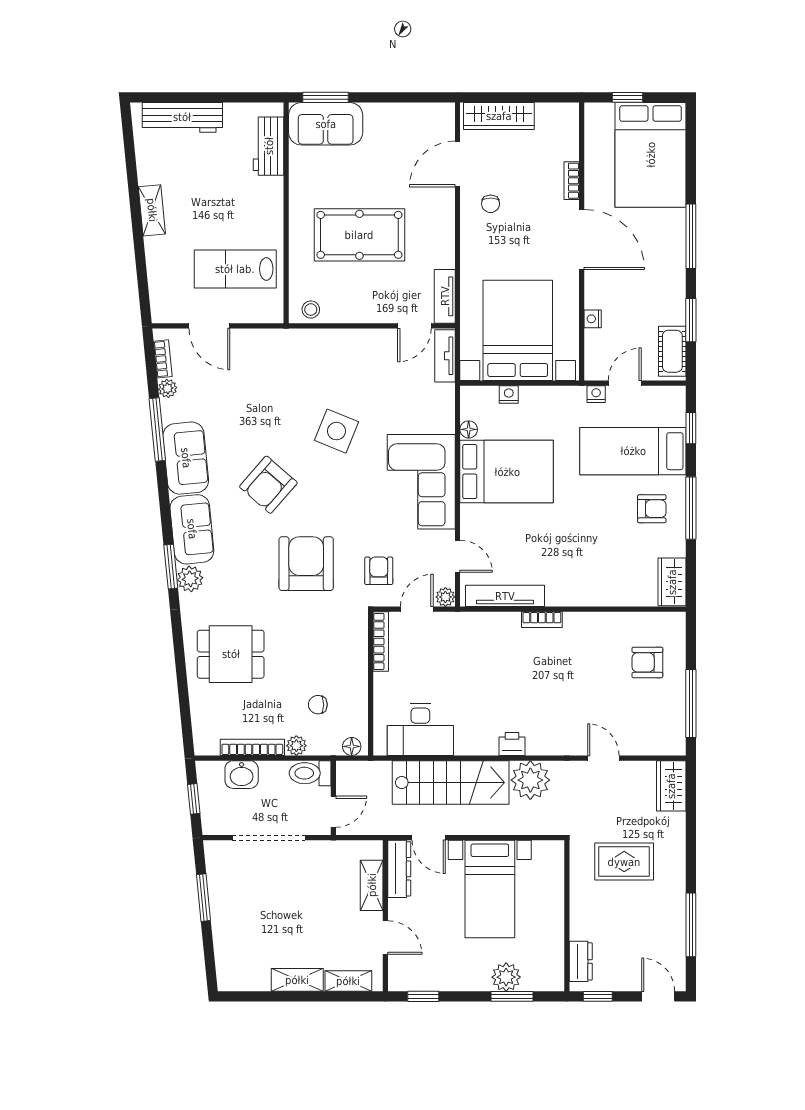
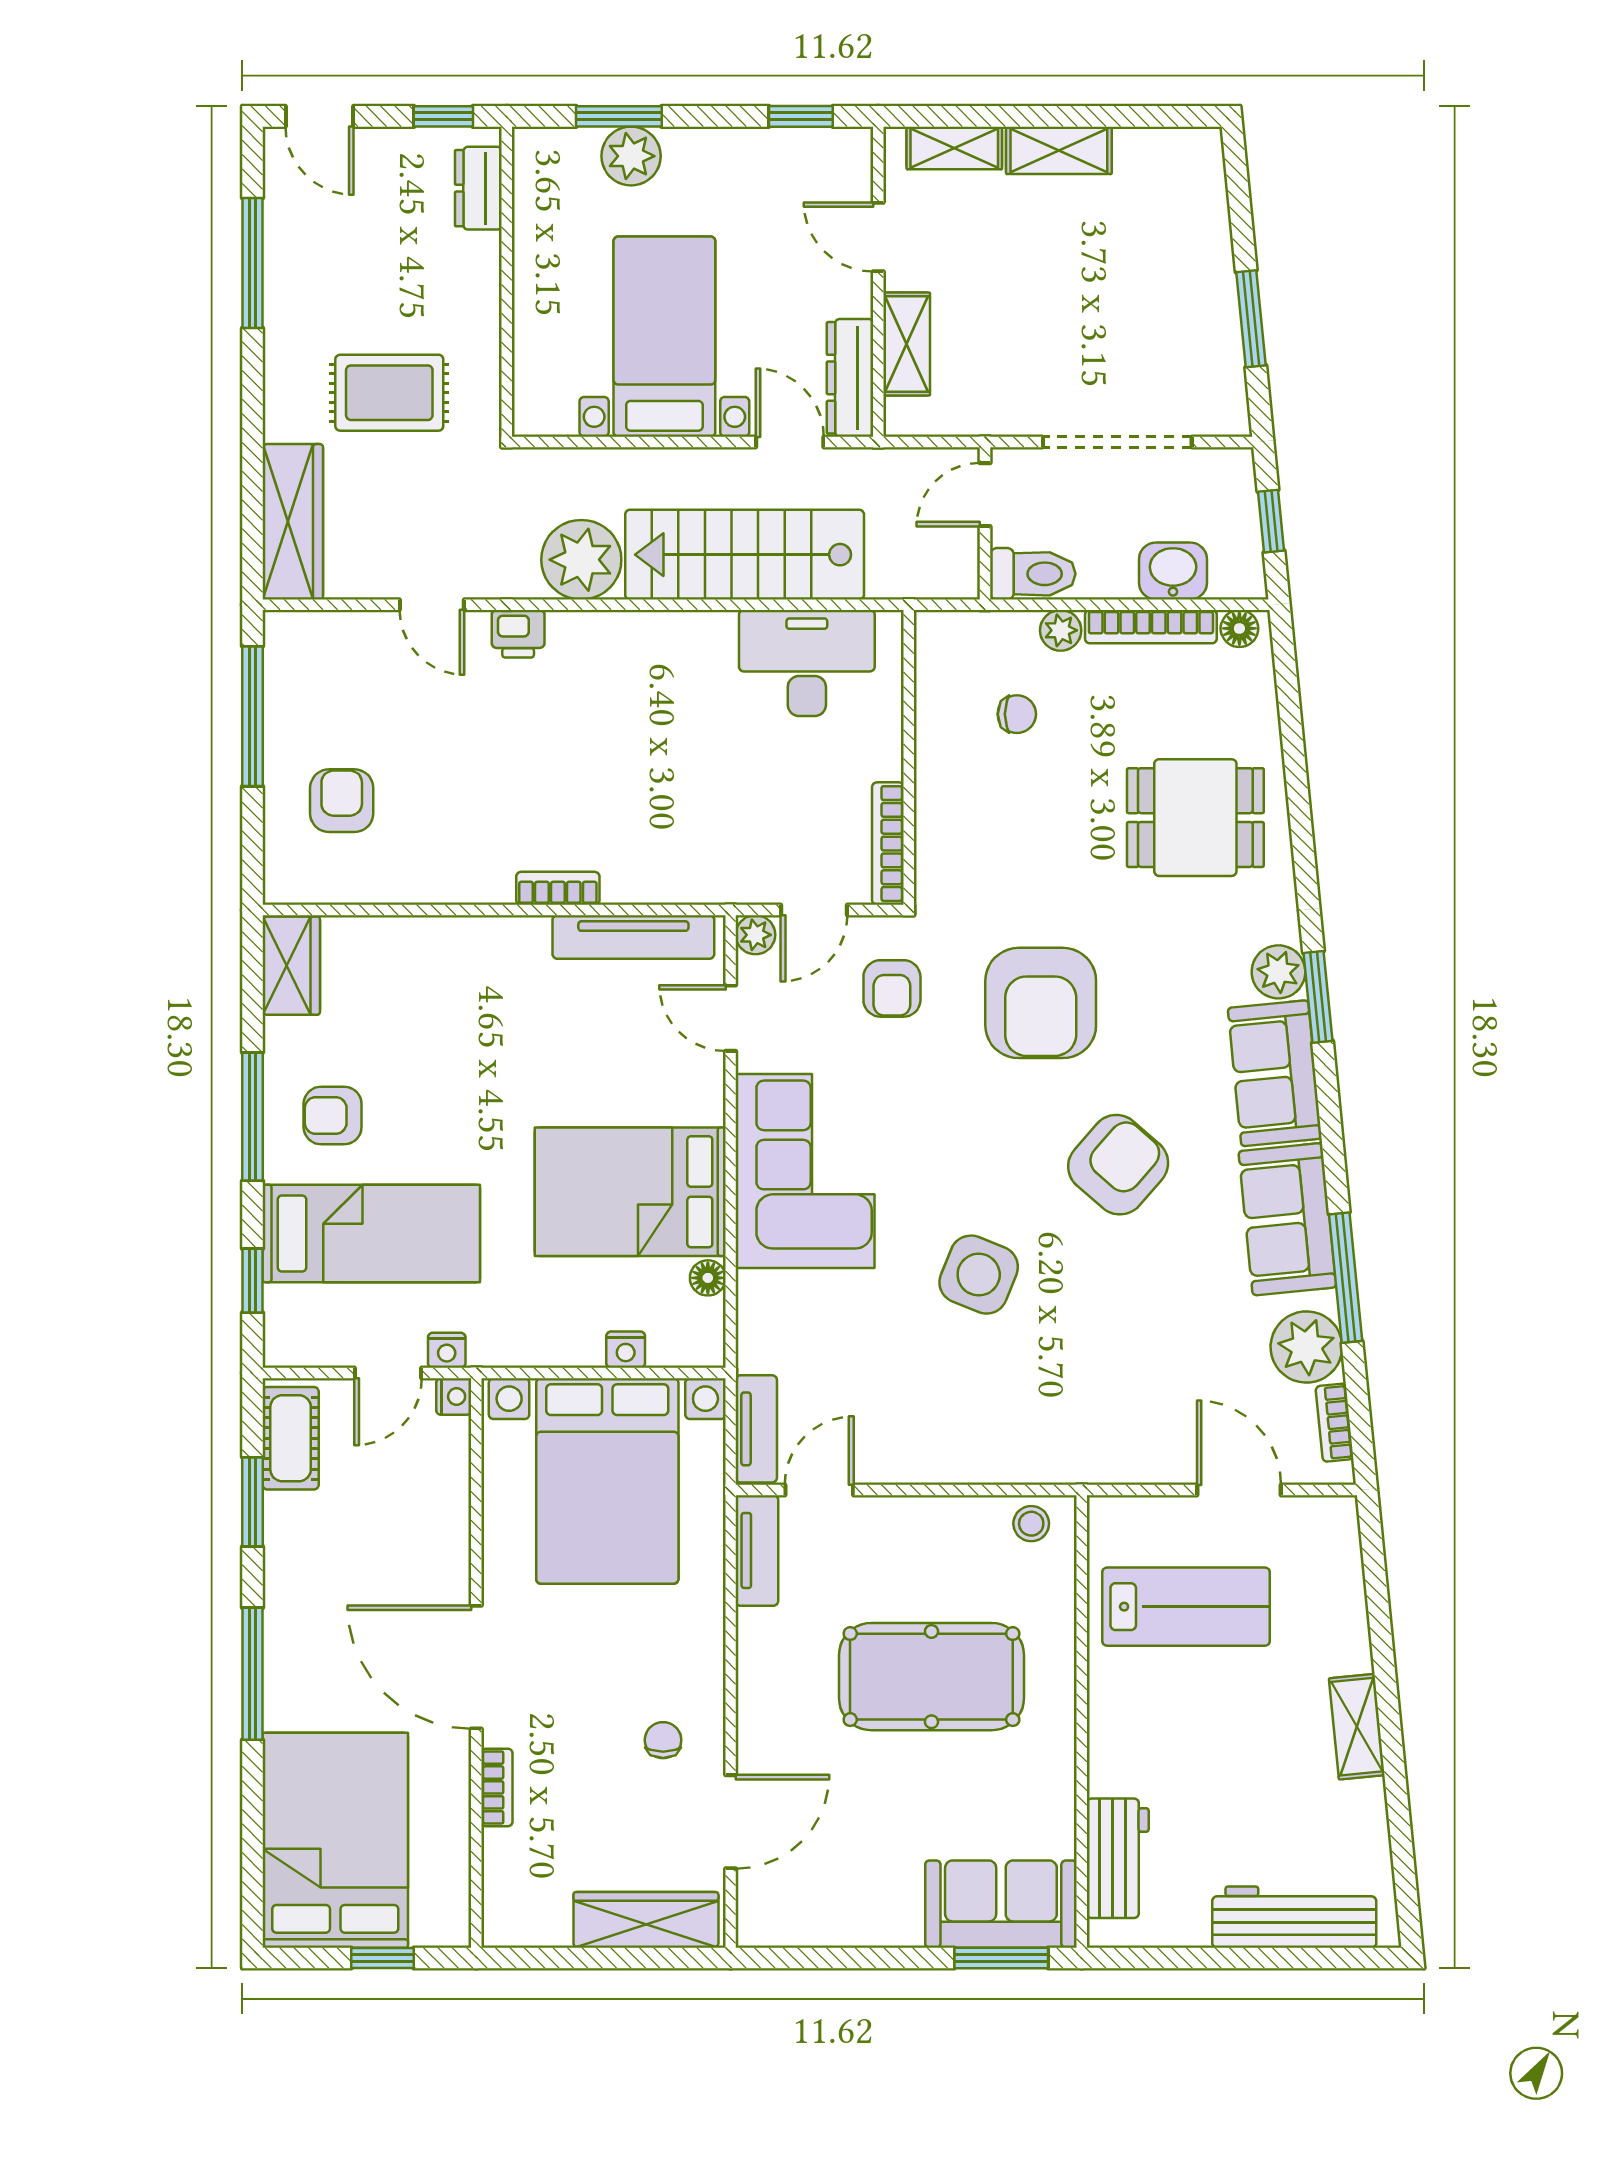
nightstand: (593, 319) -> (454, 1397), moved
plant: (168, 388) -> (1306, 1347), width x1.88, depth x1.88
armchair: (647, 662) -> (342, 801), turned -90
printer: (512, 744) -> (518, 634), moved
floor lamp: (352, 746) -> (1239, 628), moved
wardrobe: (671, 786) -> (293, 522), width x1.50

